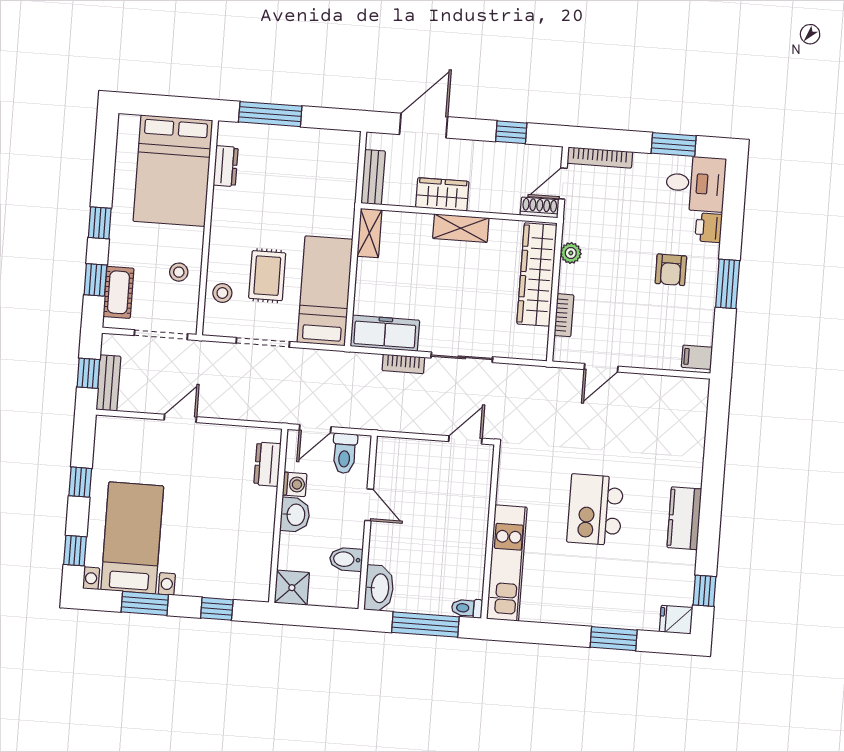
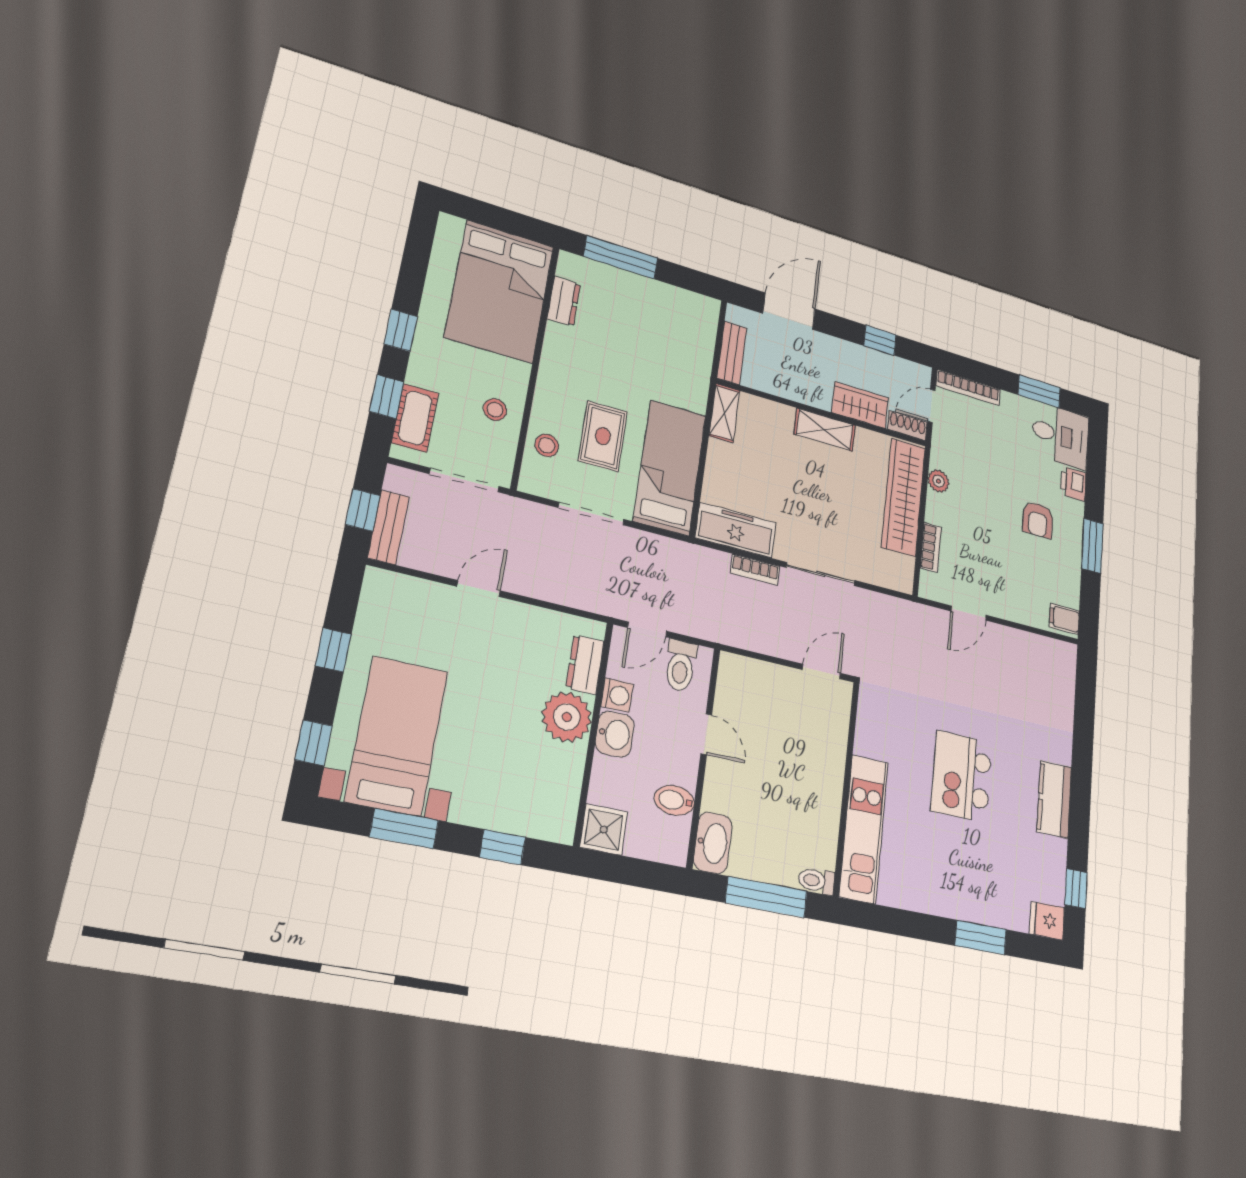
wardrobe: (442, 194) -> (860, 405), moved
plant: (257, 507) -> (567, 717), added

